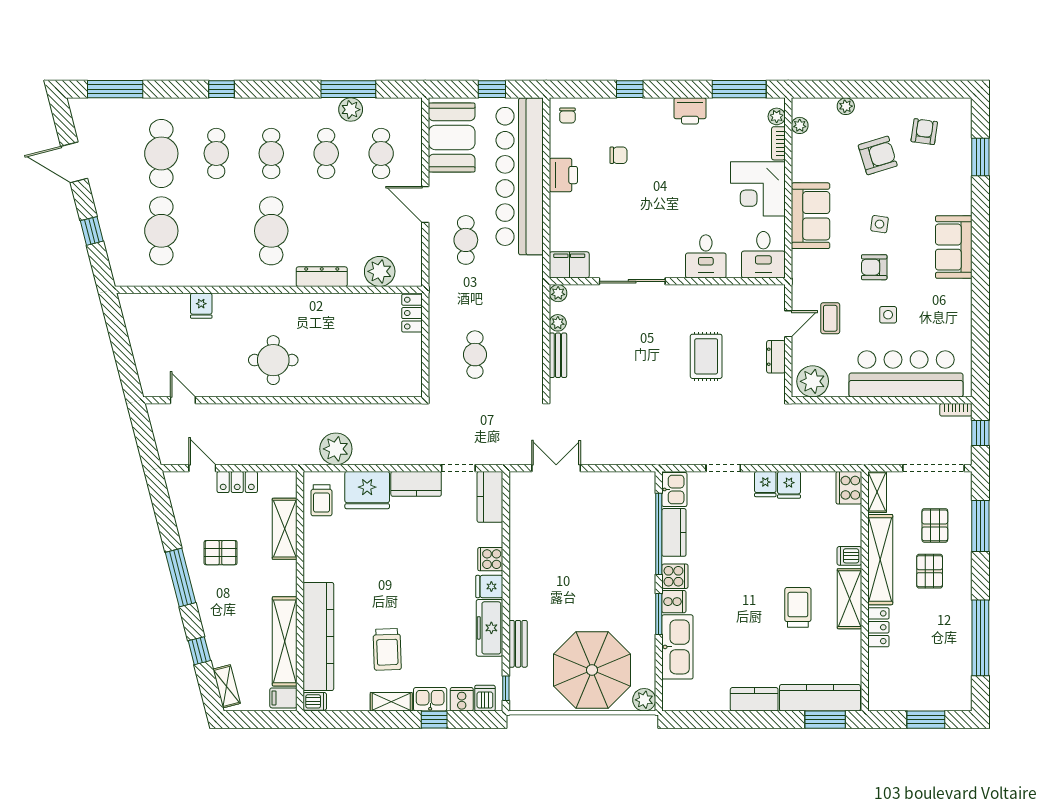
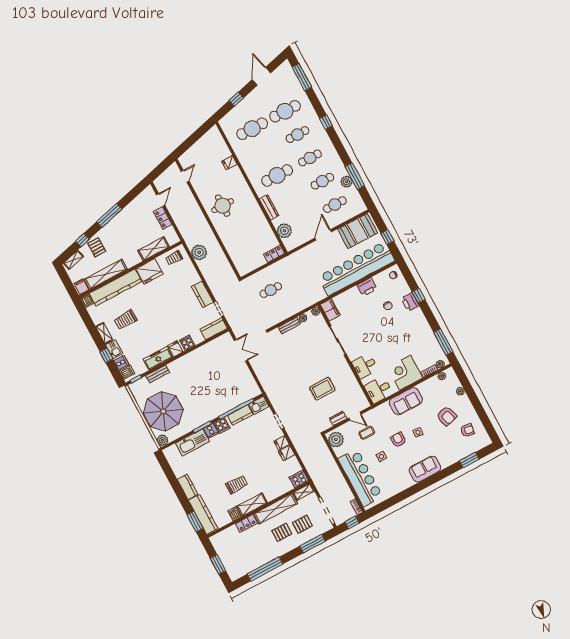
printer: (690, 111) -> (410, 302), moved
cafe table: (466, 240) -> (317, 260), removed
fridge: (367, 490) -> (149, 271), moved, turned -90
pallet: (221, 553) -> (97, 247), moved
dishwasher: (849, 556) -> (234, 514), moved

